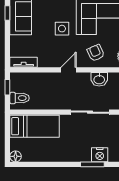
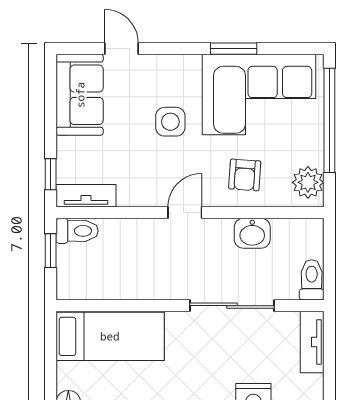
window: (7, 13) -> (51, 174), moved
armchair: (96, 53) -> (245, 175), turned -152
toilet: (20, 98) -> (77, 231), moved

